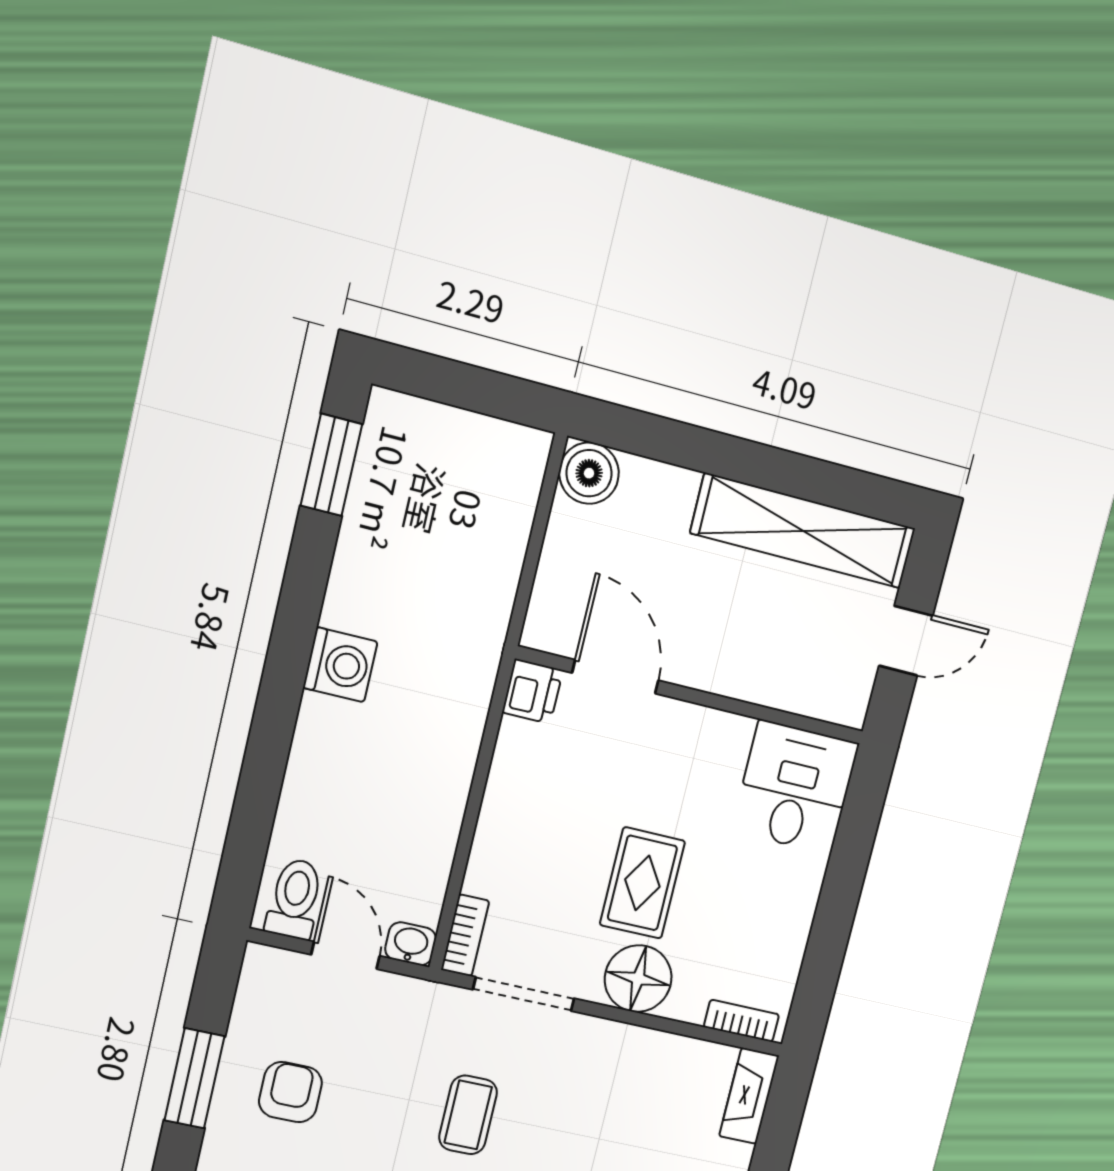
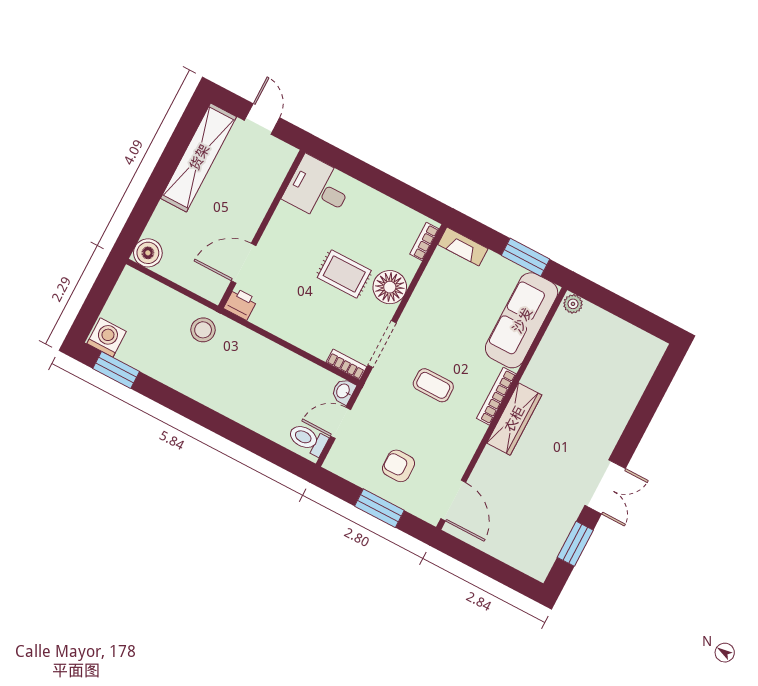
stool: (461, 628) -> (203, 330), added
washing machine: (340, 665) -> (107, 337), moved

